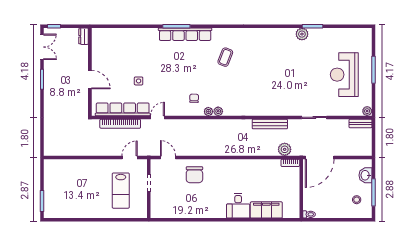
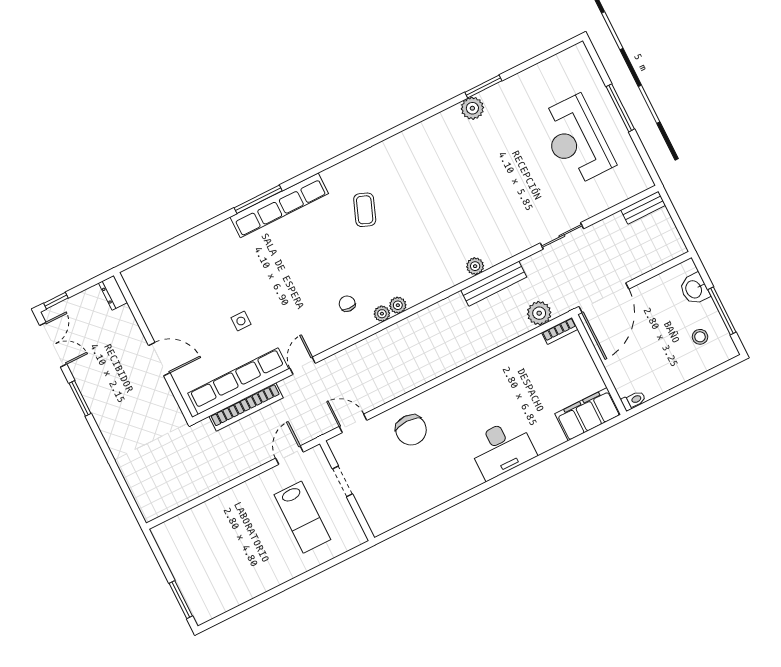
plant: (367, 111) -> (475, 266), moved
desk: (238, 206) -> (502, 449), width x1.37
filing cabinet: (266, 210) -> (588, 414), moved

